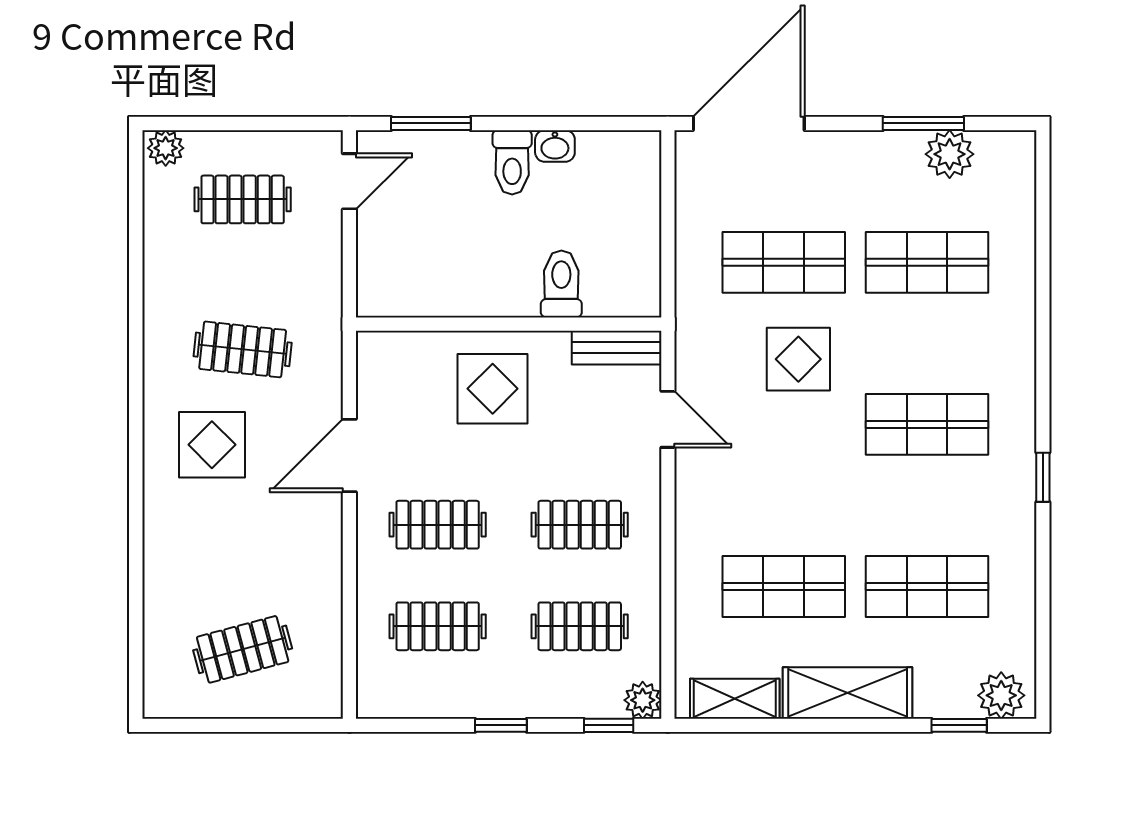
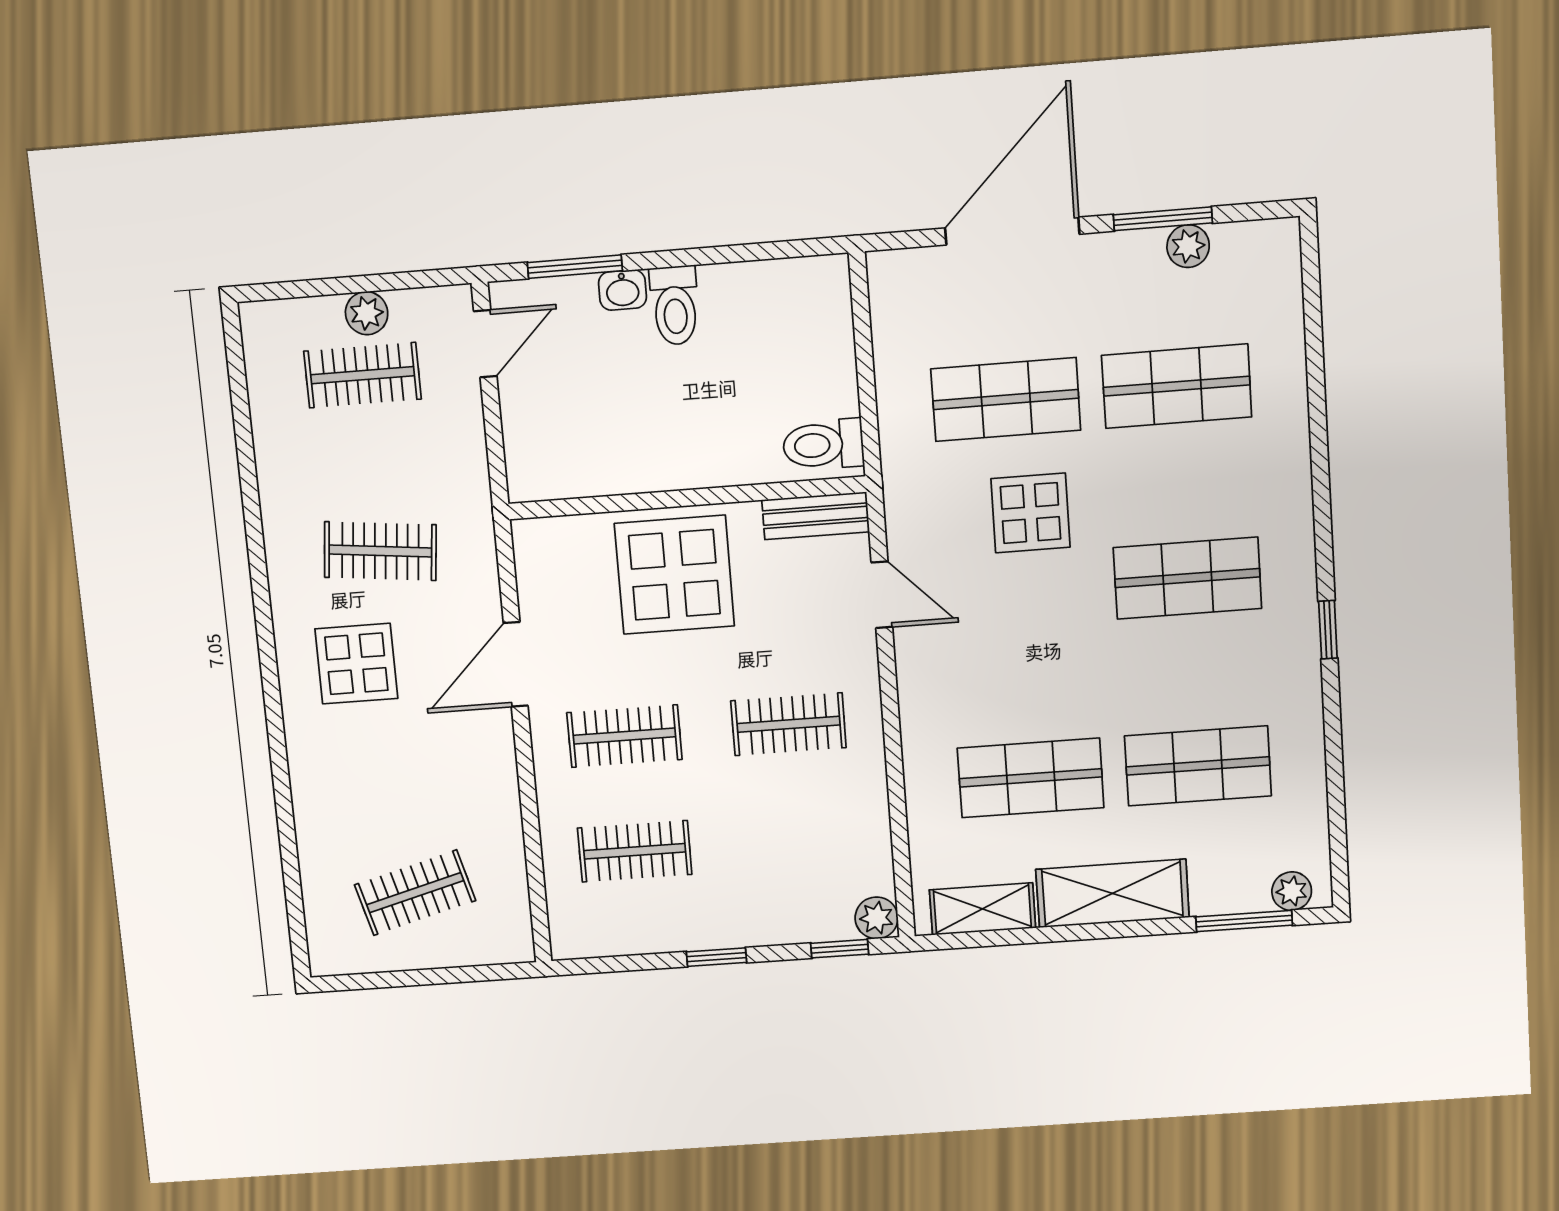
door: (749, 123) -> (1012, 231), moved
washbasin: (555, 146) -> (623, 290), moved
plant: (166, 148) -> (367, 313), moved
plant: (950, 154) -> (1188, 246), width x0.73, depth x0.73
toilet: (561, 284) -> (823, 445), moved, turned -90
display table: (493, 389) -> (674, 575), width x1.36, depth x1.36
clothes rail: (580, 626) -> (798, 840), removed
plant: (1001, 695) -> (1292, 891), width x0.73, depth x0.73
window: (959, 725) -> (1244, 921), width x1.50

